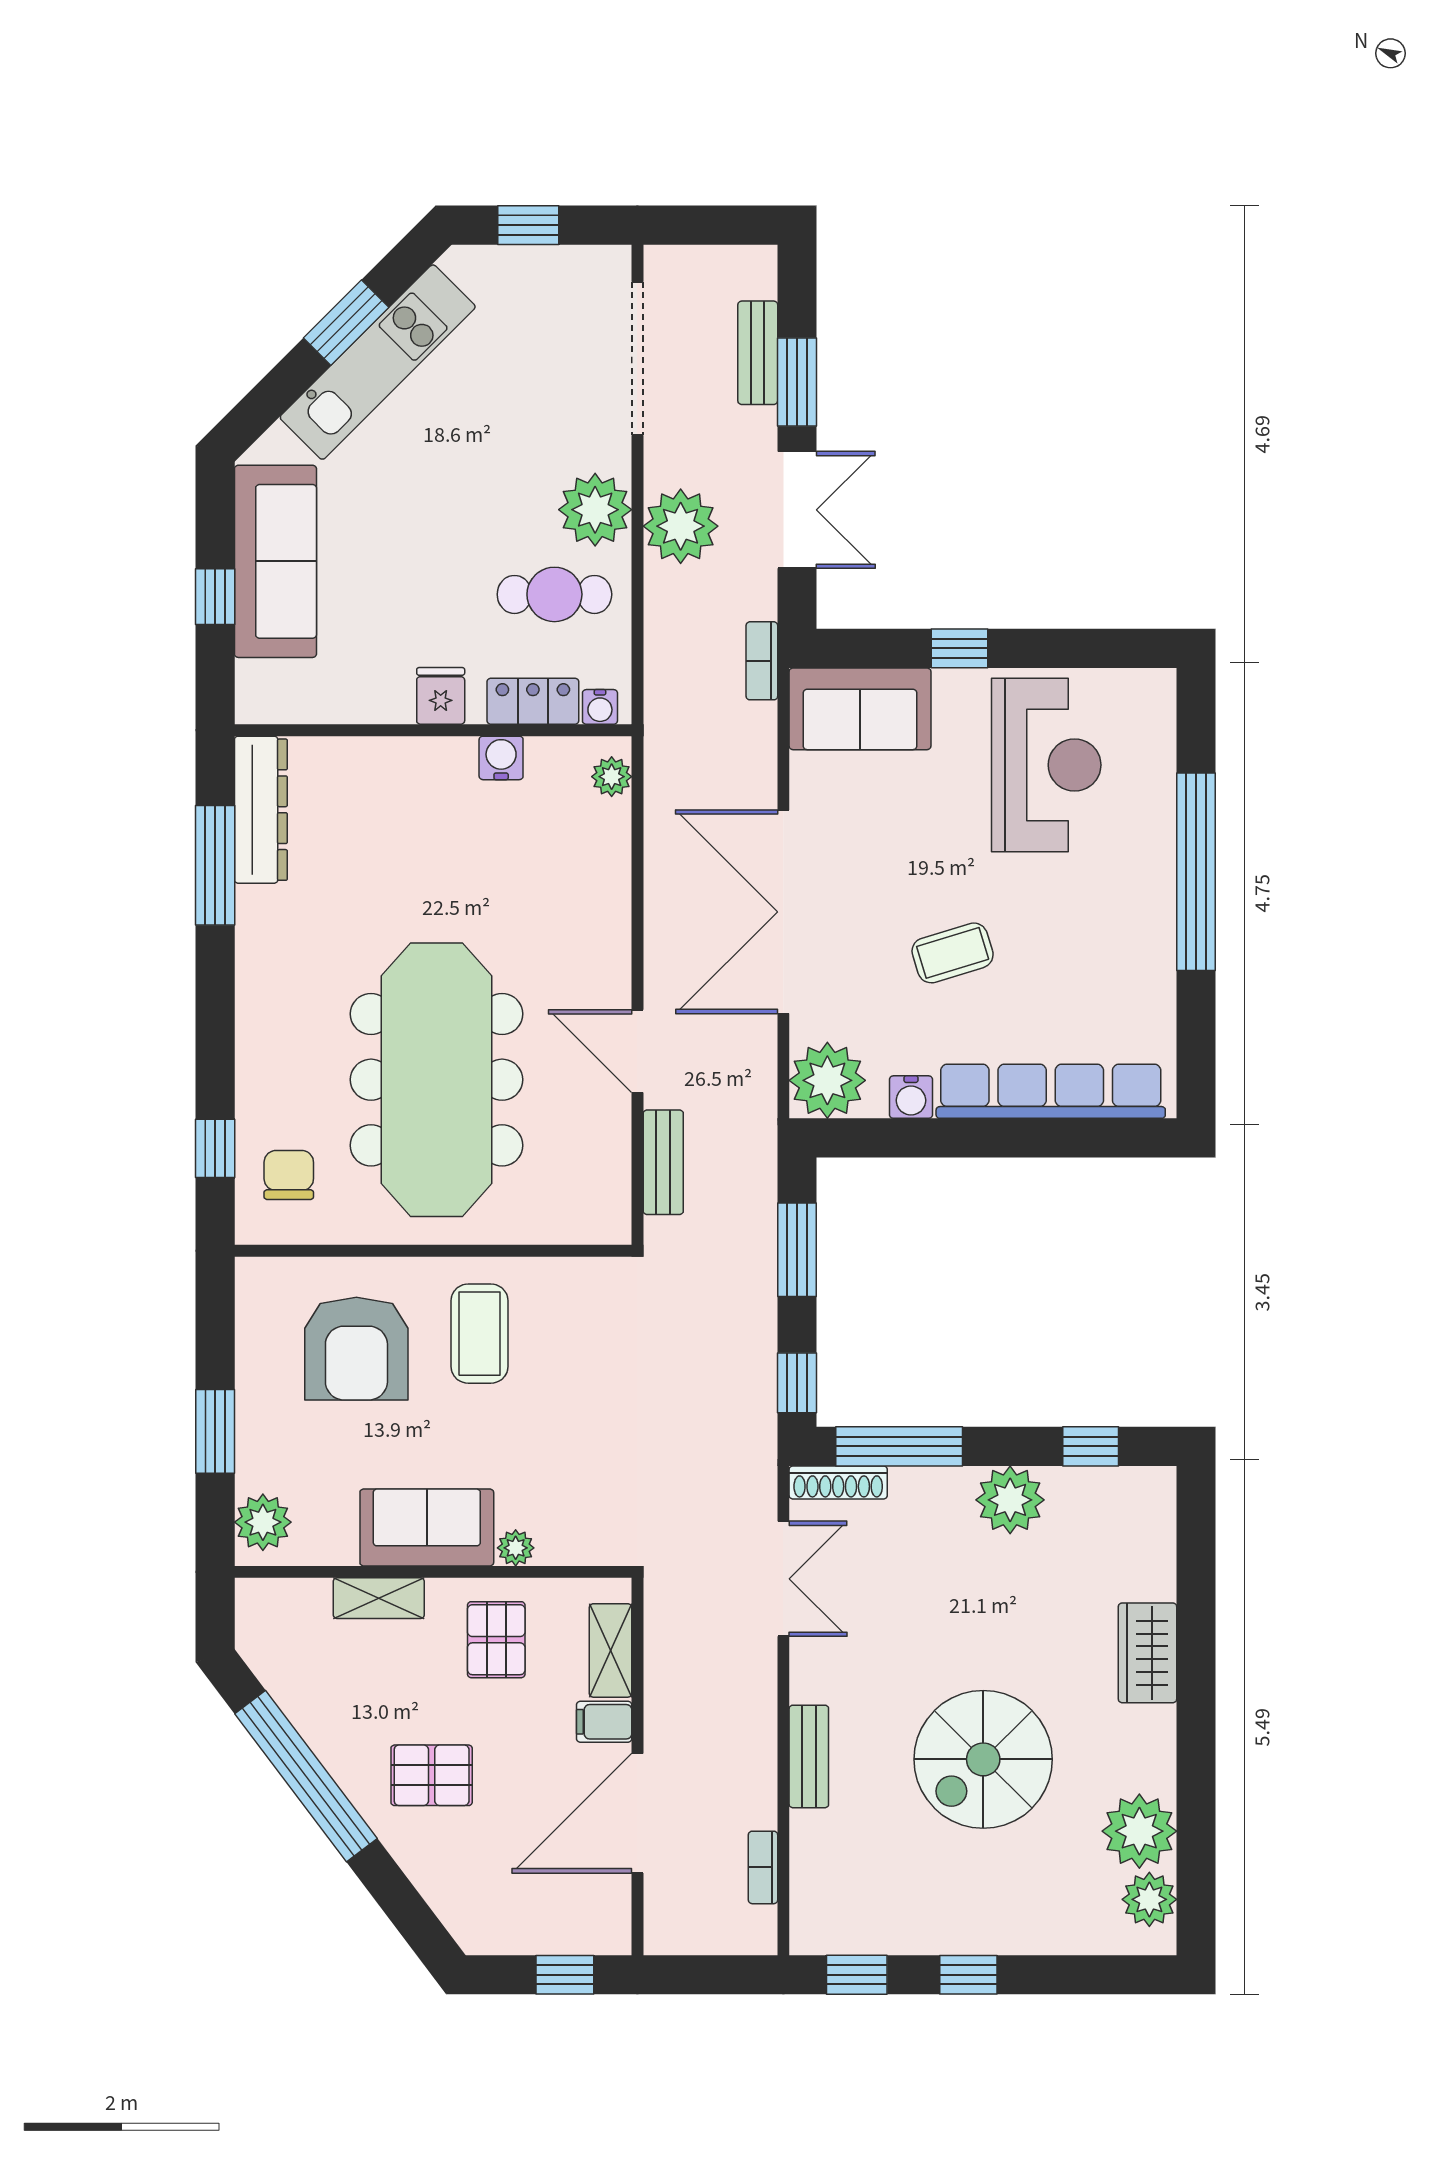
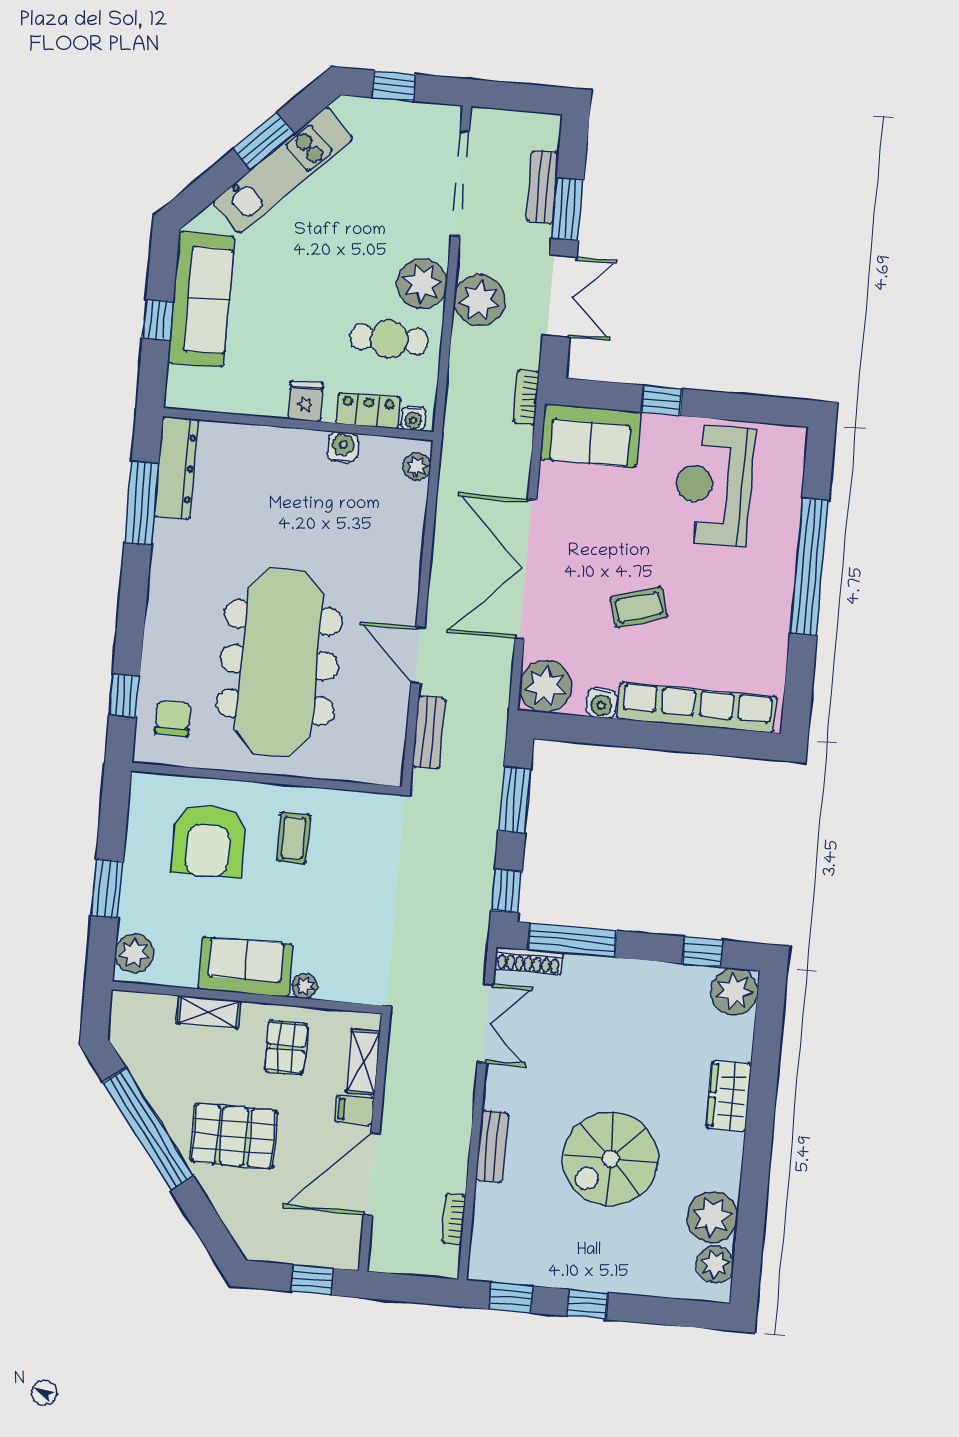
reception desk: (1046, 765) -> (714, 485), turned 180
coffee table: (480, 1334) -> (293, 838), width x0.73, depth x0.77
plant: (1010, 1500) -> (734, 992), moved
pallet: (432, 1775) -> (234, 1136), width x1.50, depth x1.42

